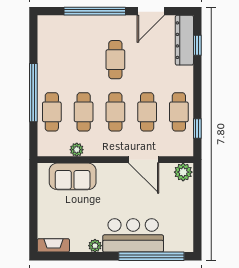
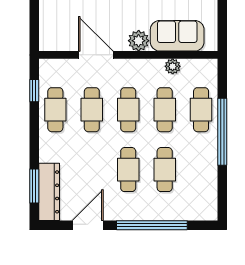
window: (197, 45) -> (34, 186), width x1.50
cafe table: (84, 60) -> (165, 170), added
plant: (183, 172) -> (139, 41), moved

